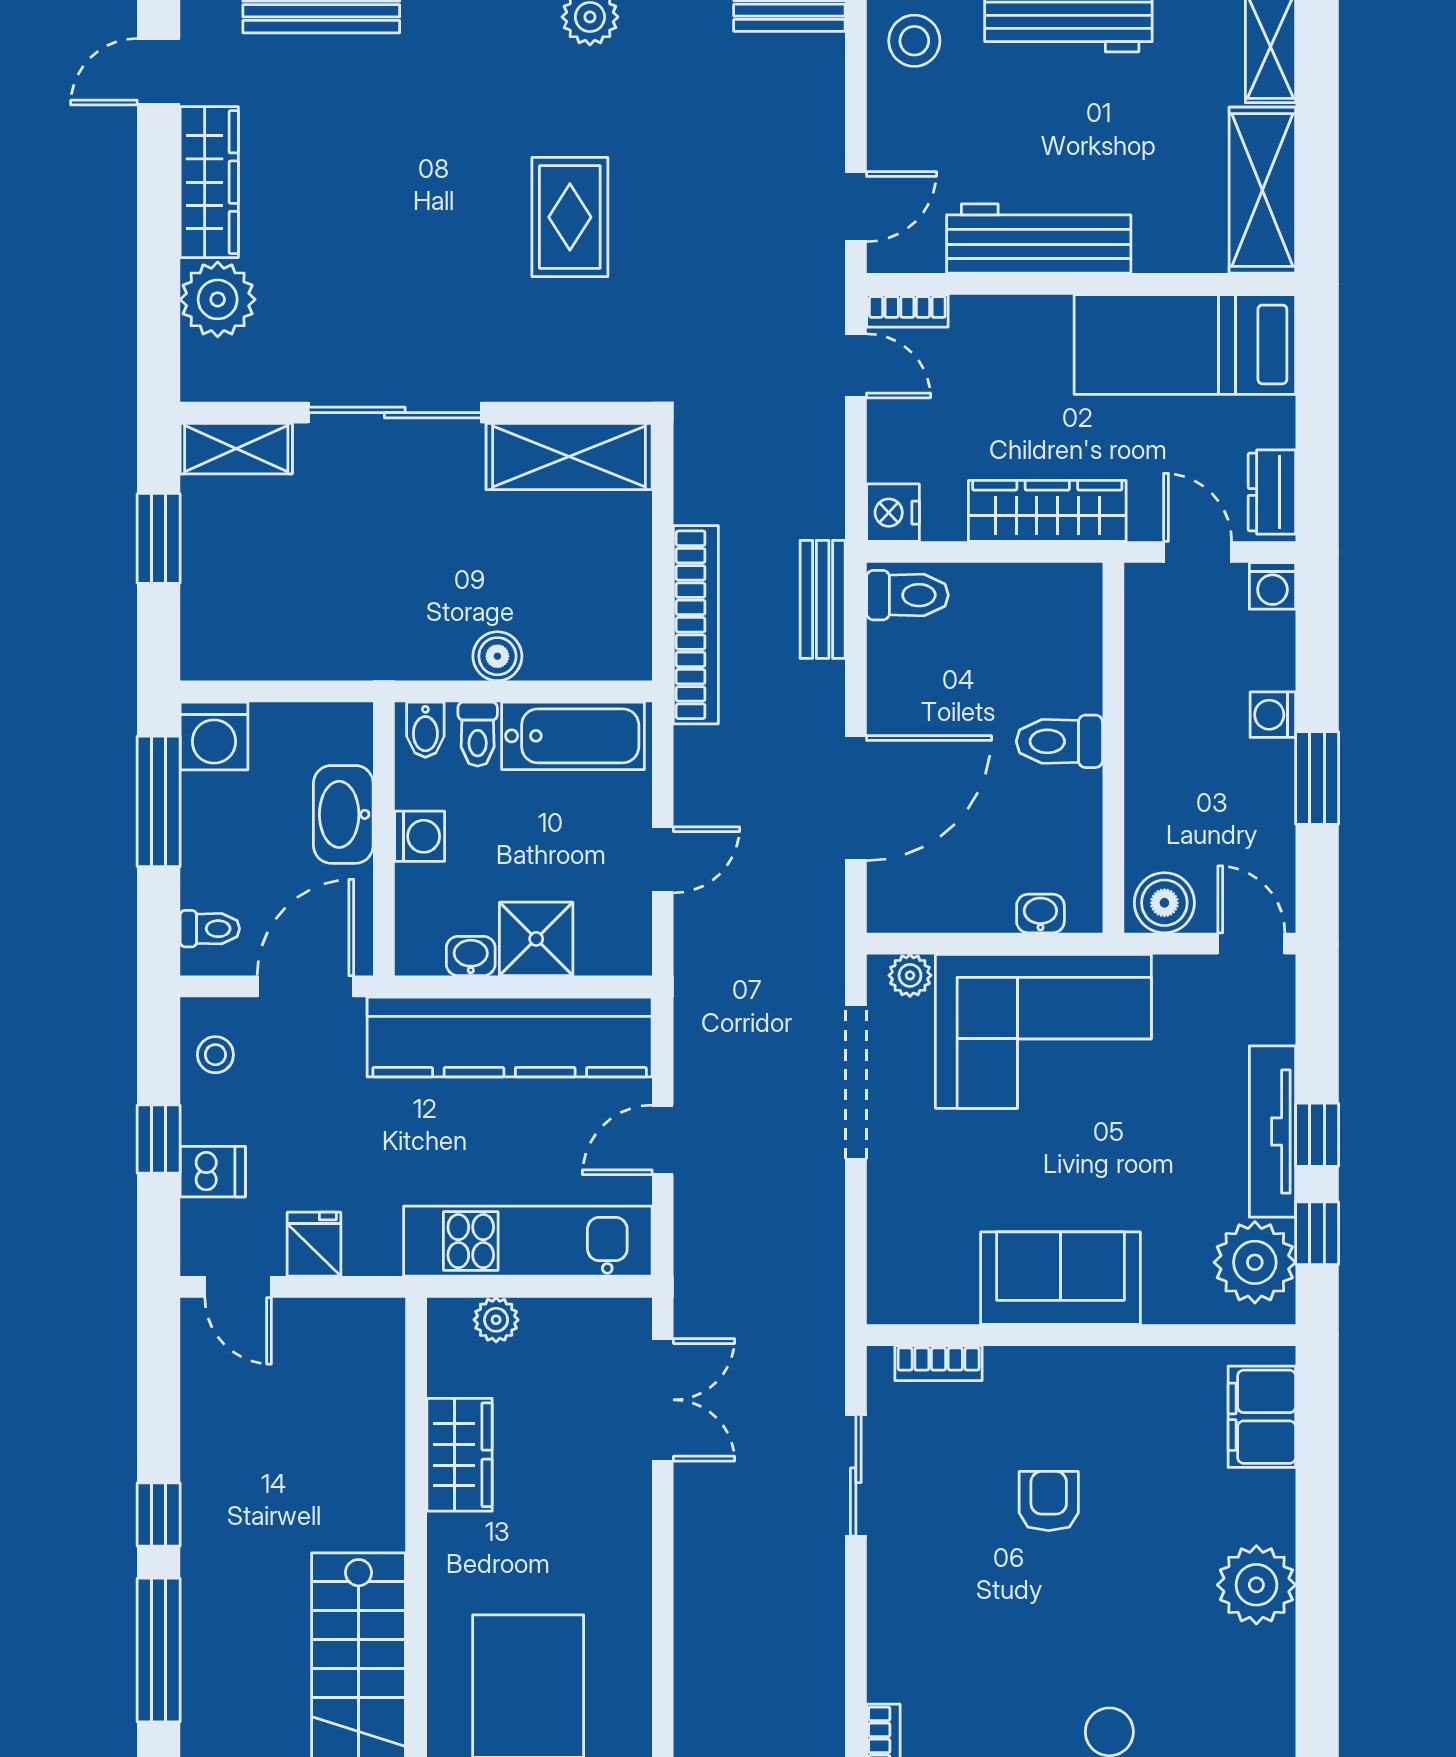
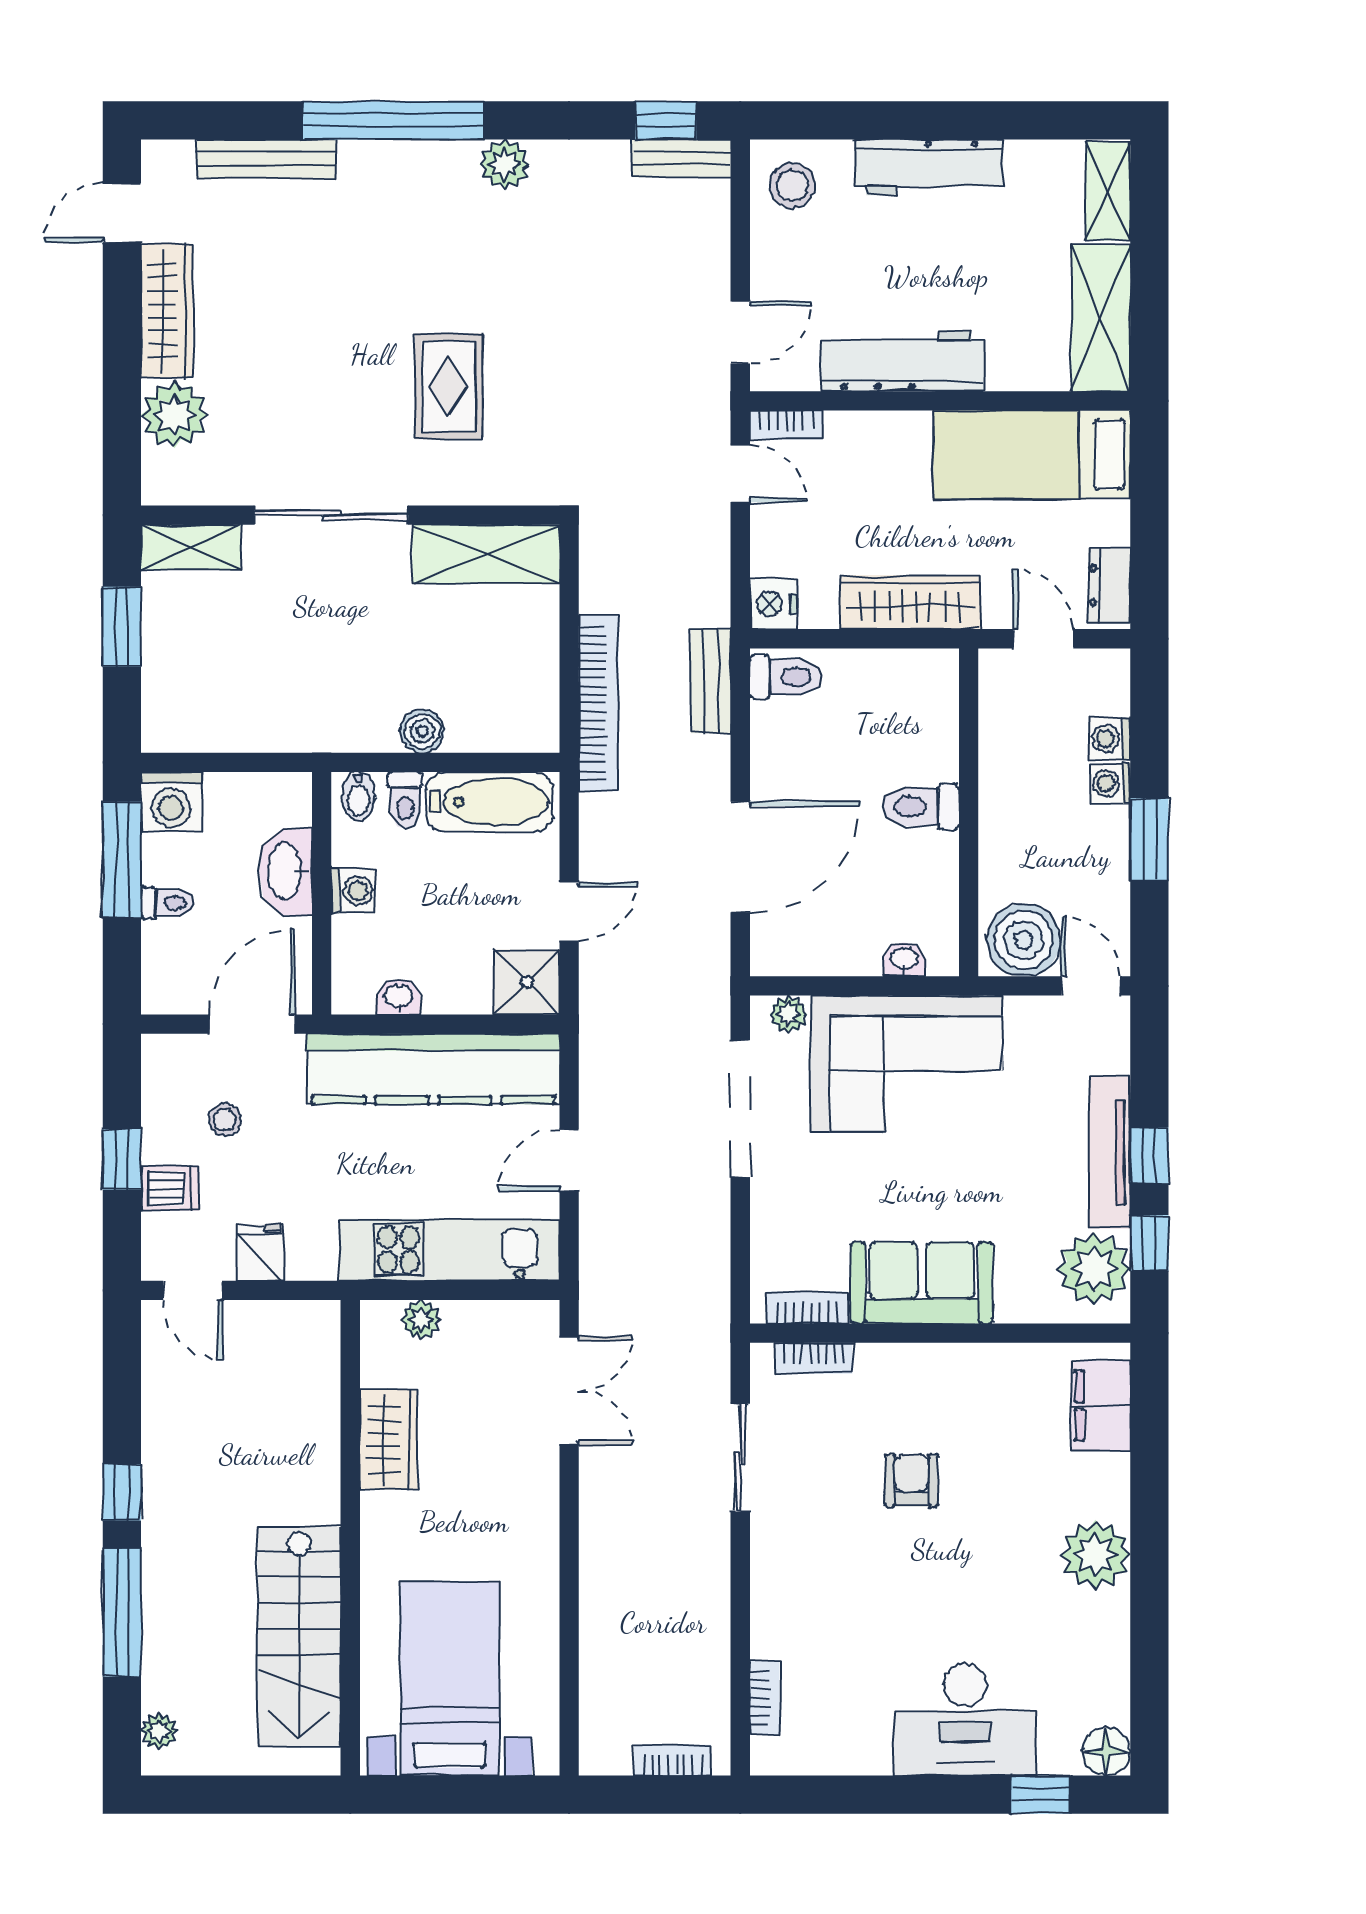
rug: (570, 217) -> (449, 386), moved
washing machine: (1272, 586) -> (1110, 738), moved, turned 90
boiler: (1164, 903) -> (1024, 940), width x1.37, depth x1.37
toilet: (210, 929) -> (167, 903), moved
shower: (536, 939) -> (527, 982), moved
stool: (215, 1055) -> (225, 1120), moved
bookcase: (931, 1306) -> (807, 1308), added

